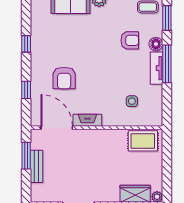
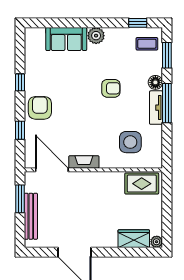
armchair: (130, 40) -> (111, 88), moved
armchair: (64, 78) -> (40, 108), moved, turned 180
side table: (132, 101) -> (130, 142), width x1.87, depth x1.87
bench: (37, 166) -> (31, 216), width x1.36

